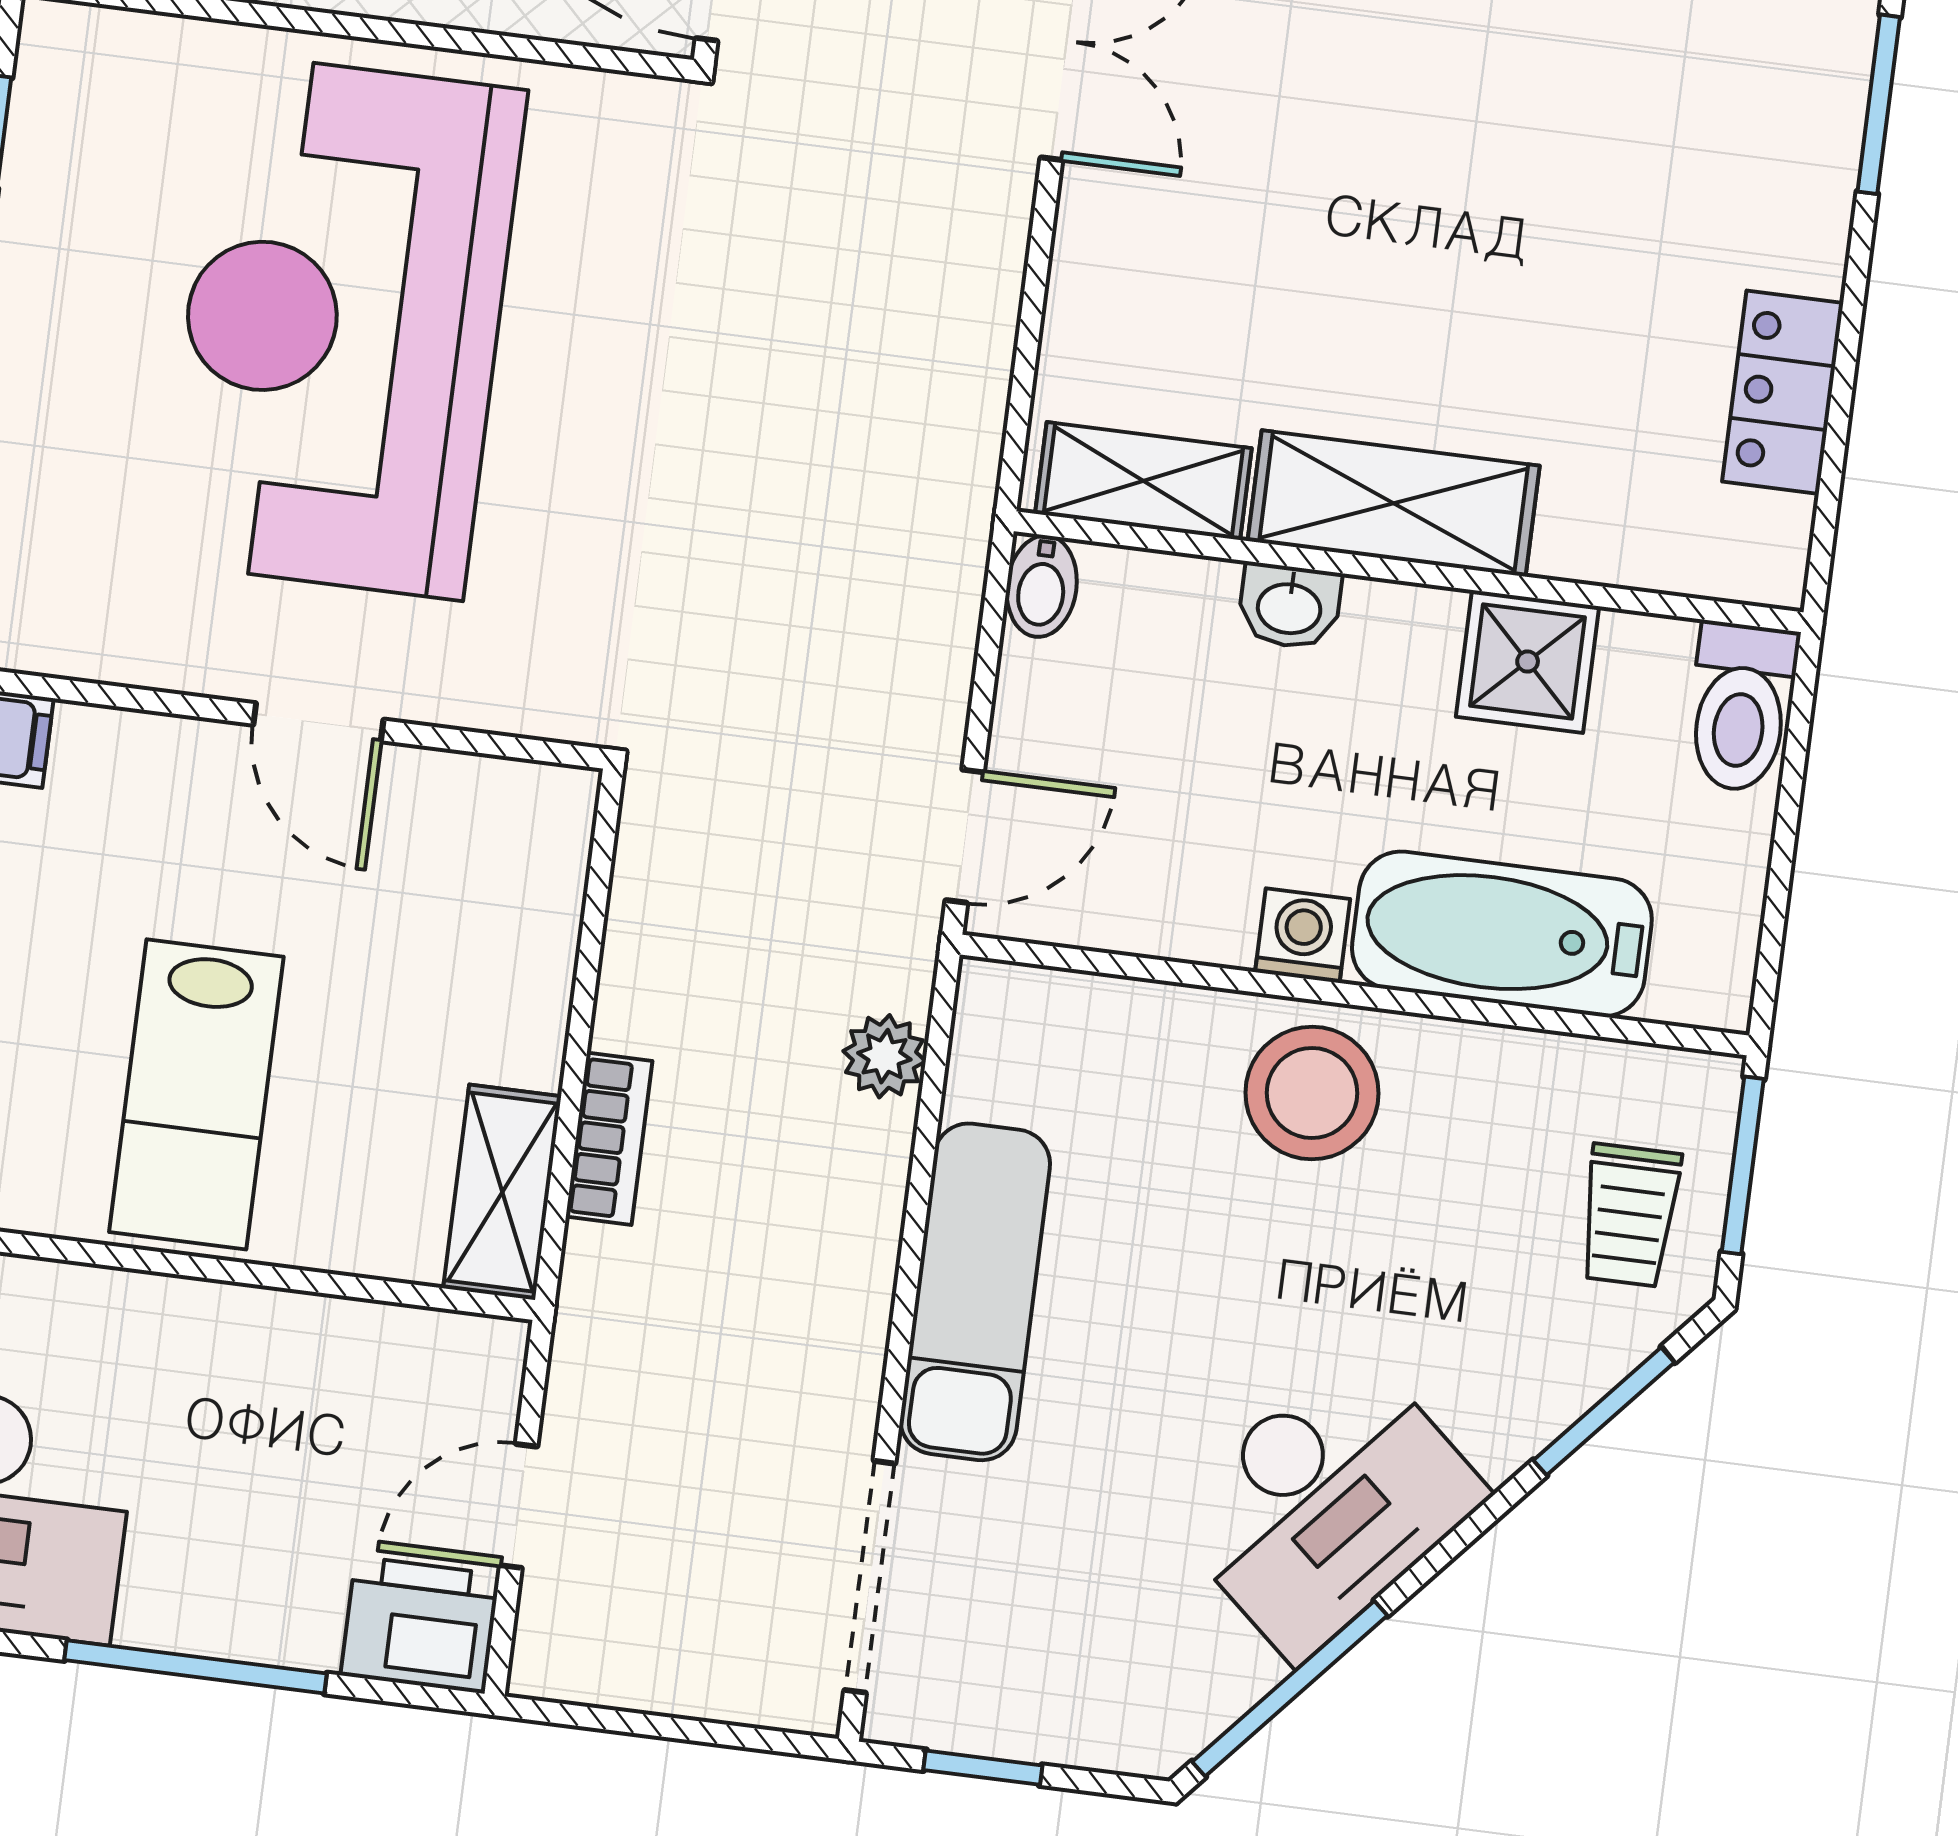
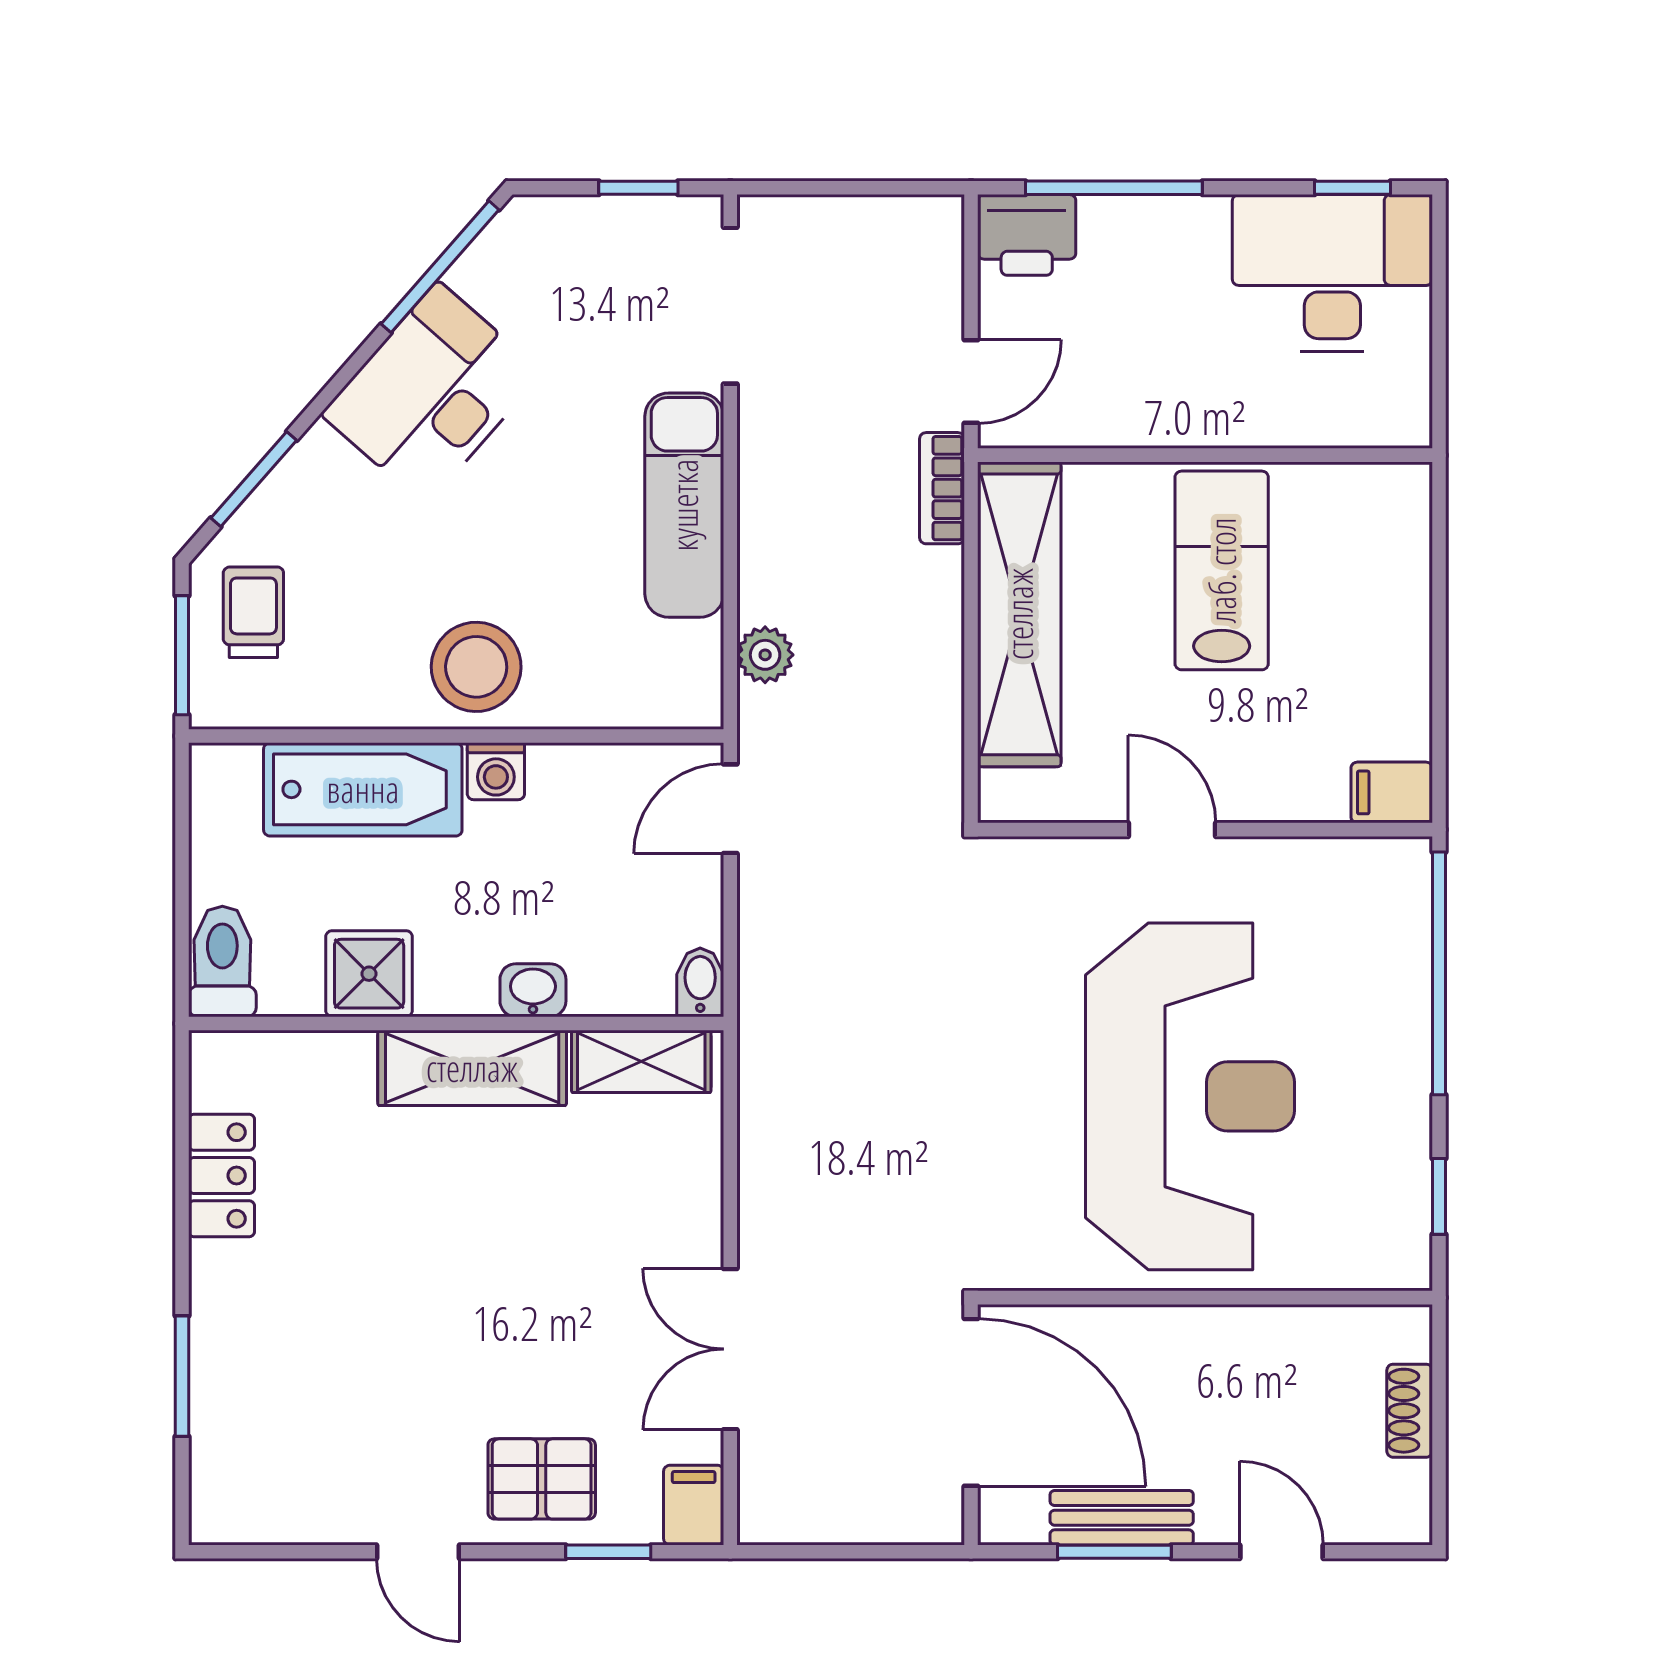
bookcase: (609, 1139) -> (942, 488), moved
shelving: (502, 1192) -> (1019, 614), width x2.20, depth x1.33
door: (519, 1506) -> (971, 382), moved
window: (195, 1667) -> (1114, 188), moved

